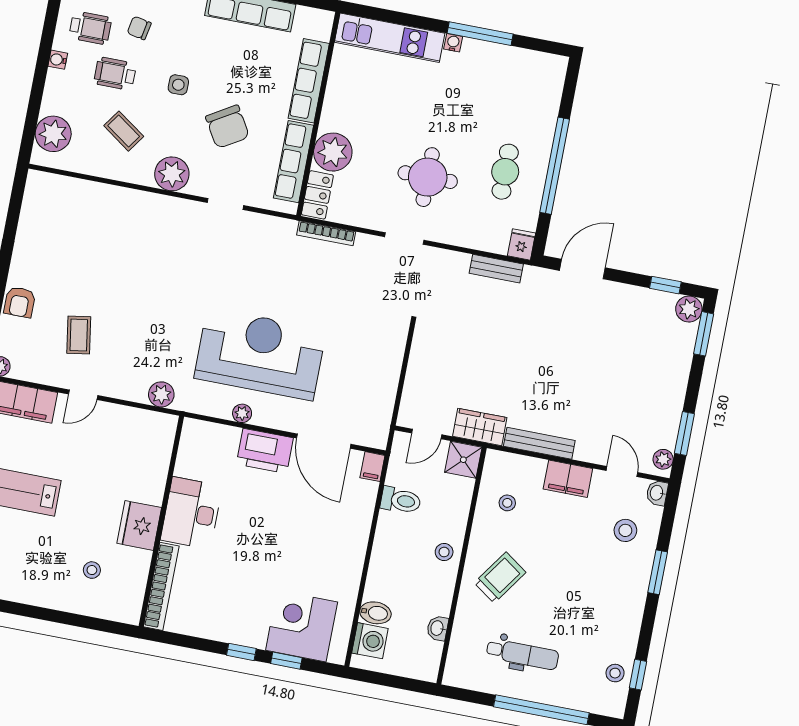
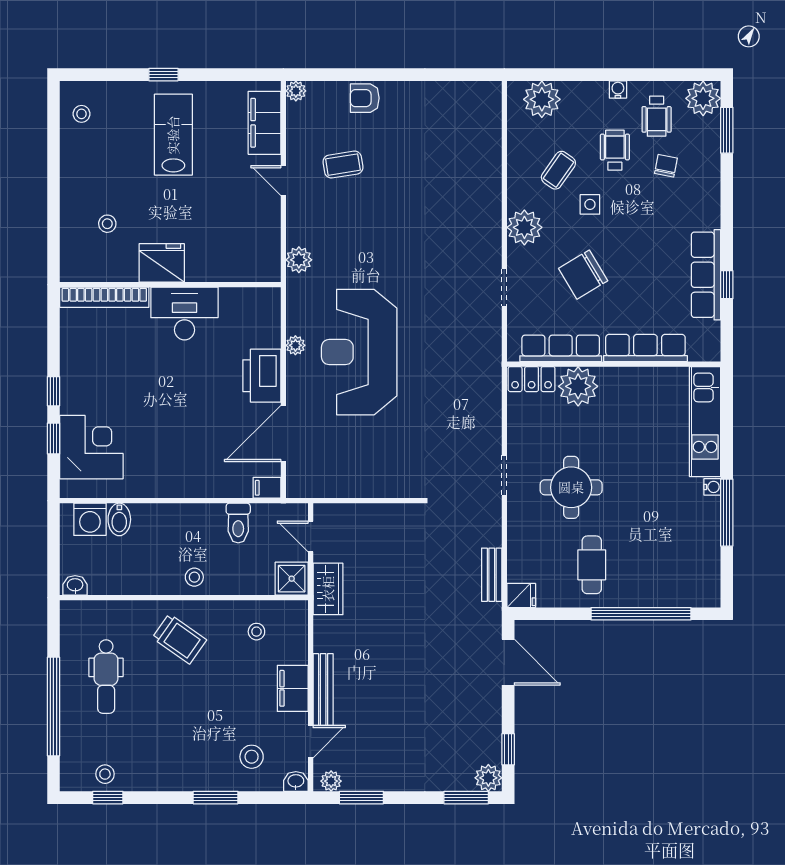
side table: (178, 85) -> (590, 204), moved
window: (555, 166) -> (641, 614), moved
cafe table: (505, 172) -> (592, 565), turned 90
bookcase: (326, 233) -> (494, 395), removed
reception desk: (260, 354) -> (359, 352), turned 180
bench: (539, 443) -> (323, 689), moved
washbasin: (438, 628) -> (75, 585), moved

